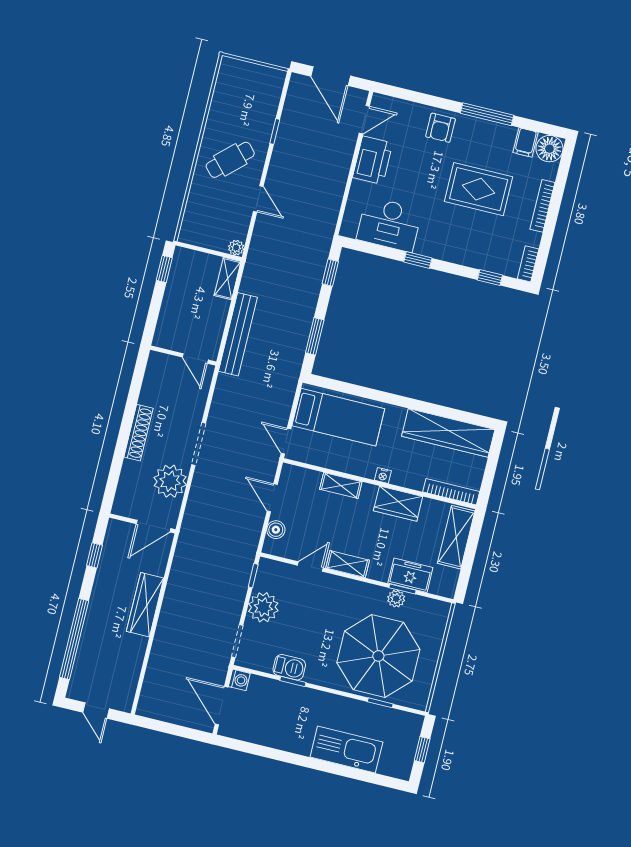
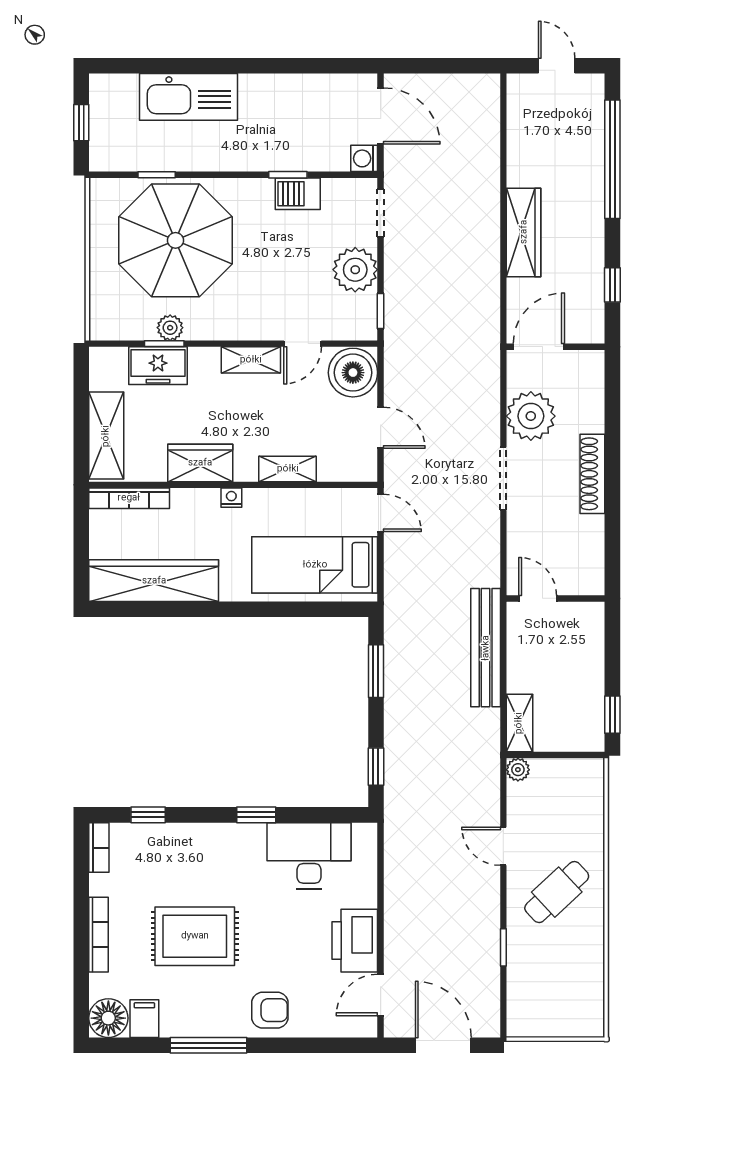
armchair: (441, 128) -> (270, 1010), turned 90
boiler: (276, 530) -> (353, 373), width x1.86, depth x1.86

